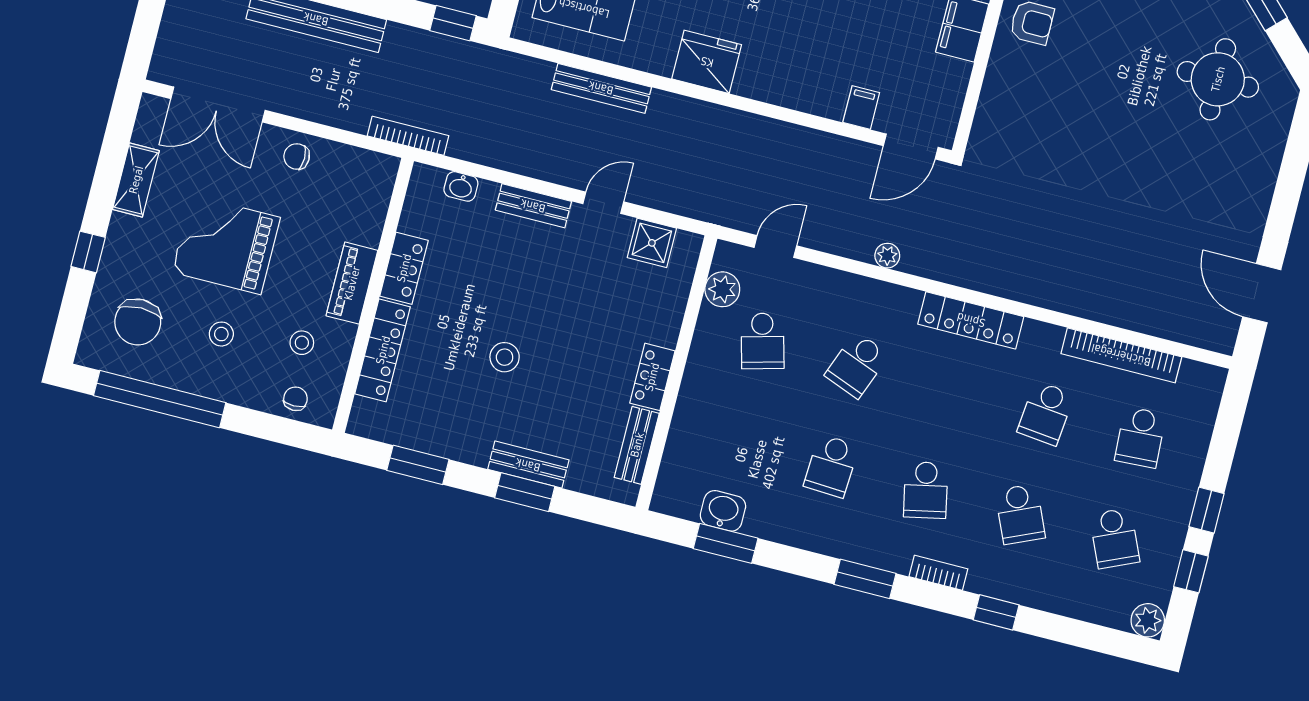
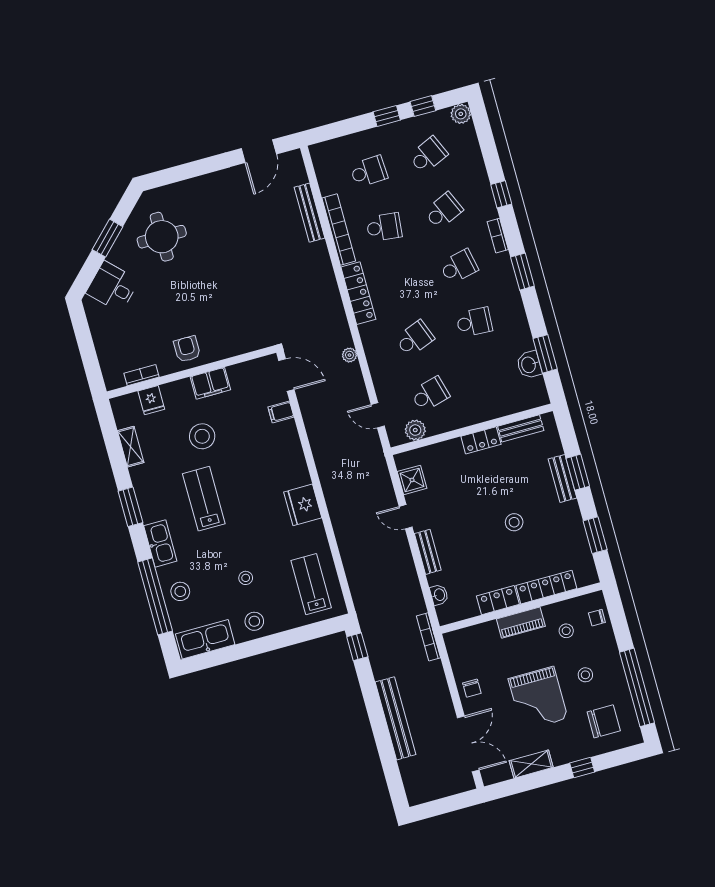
bench: (601, 88) -> (310, 213), moved
bookcase: (1121, 355) -> (339, 230), moved
school desk: (857, 365) -> (415, 339), turned -42

